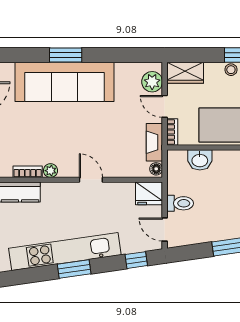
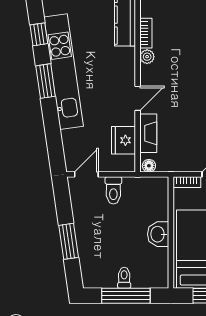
fireplace: (154, 142) -> (148, 133), moved, turned 90
washbasin: (200, 160) -> (158, 234), moved
fridge: (149, 193) -> (124, 140), moved
window: (136, 260) -> (39, 34), moved

